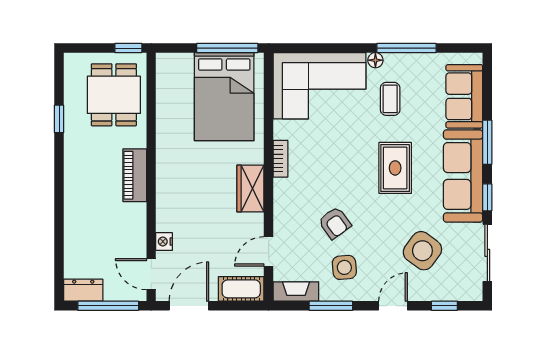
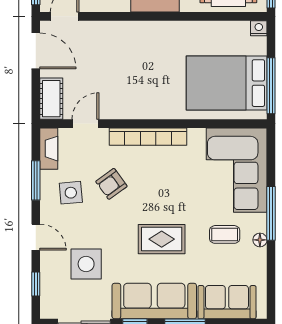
window: (407, 48) -> (271, 213), moved
floor lamp: (375, 60) -> (260, 240), moved
bookcase: (281, 159) -> (148, 137), width x2.31, depth x1.31
wardrobe: (250, 189) -> (143, 107), removed
nightstand: (164, 241) -> (259, 28), moved
door: (269, 251) -> (85, 124), hinge flipped
side table: (422, 251) -> (86, 264), turned -36

